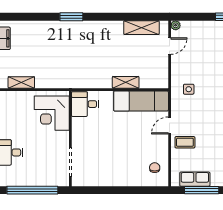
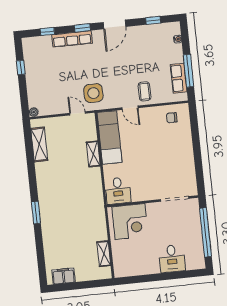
door: (170, 46) -> (77, 113), moved
side table: (189, 89) -> (93, 93), width x1.87, depth x1.87

